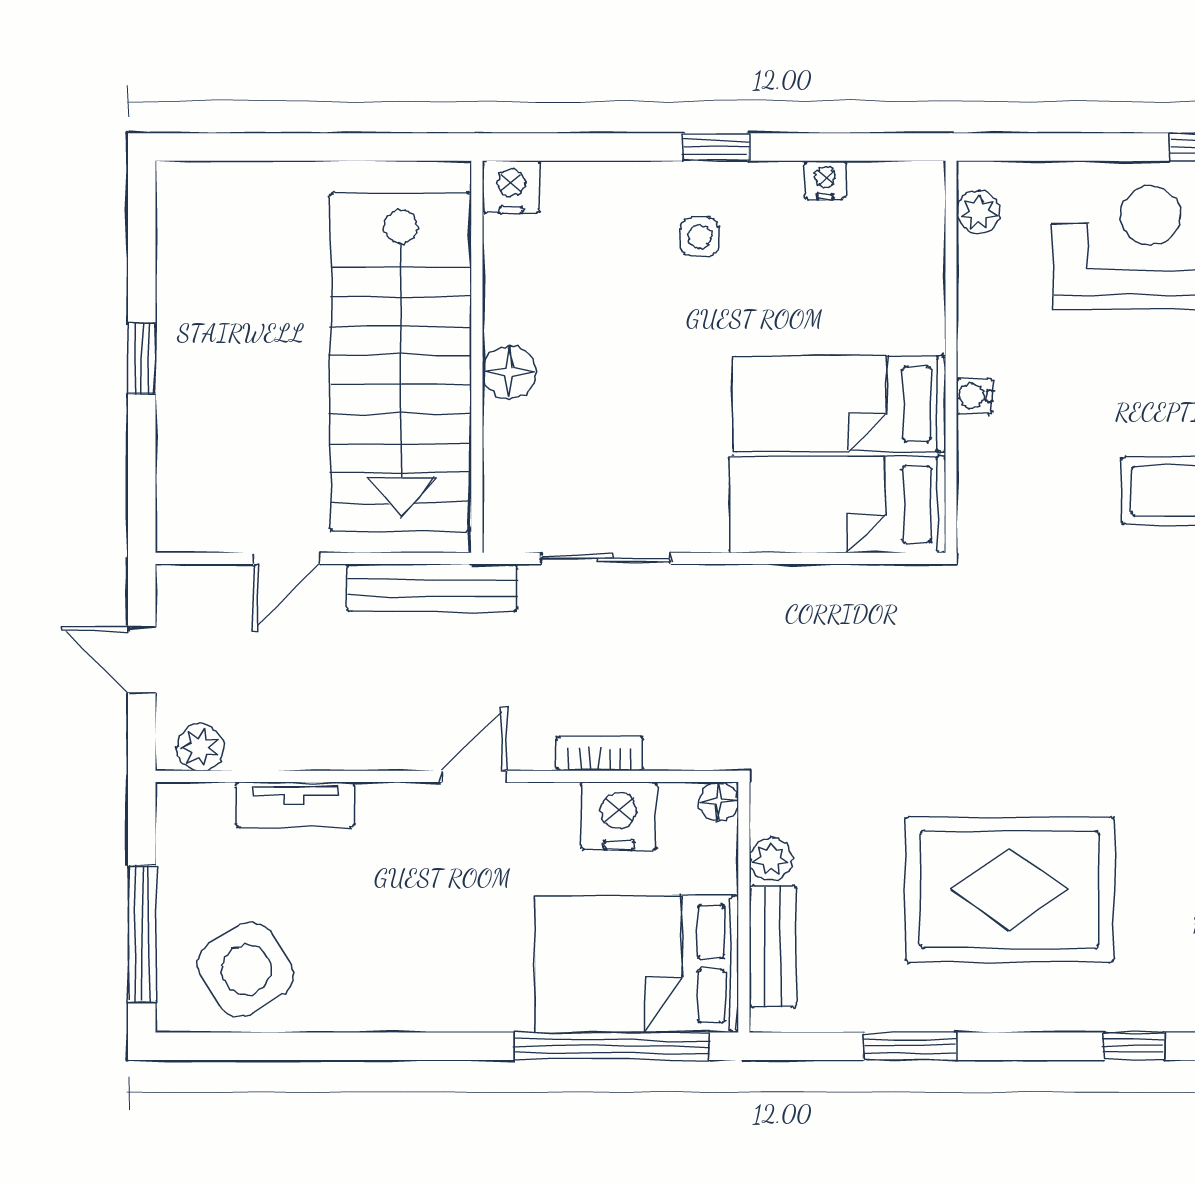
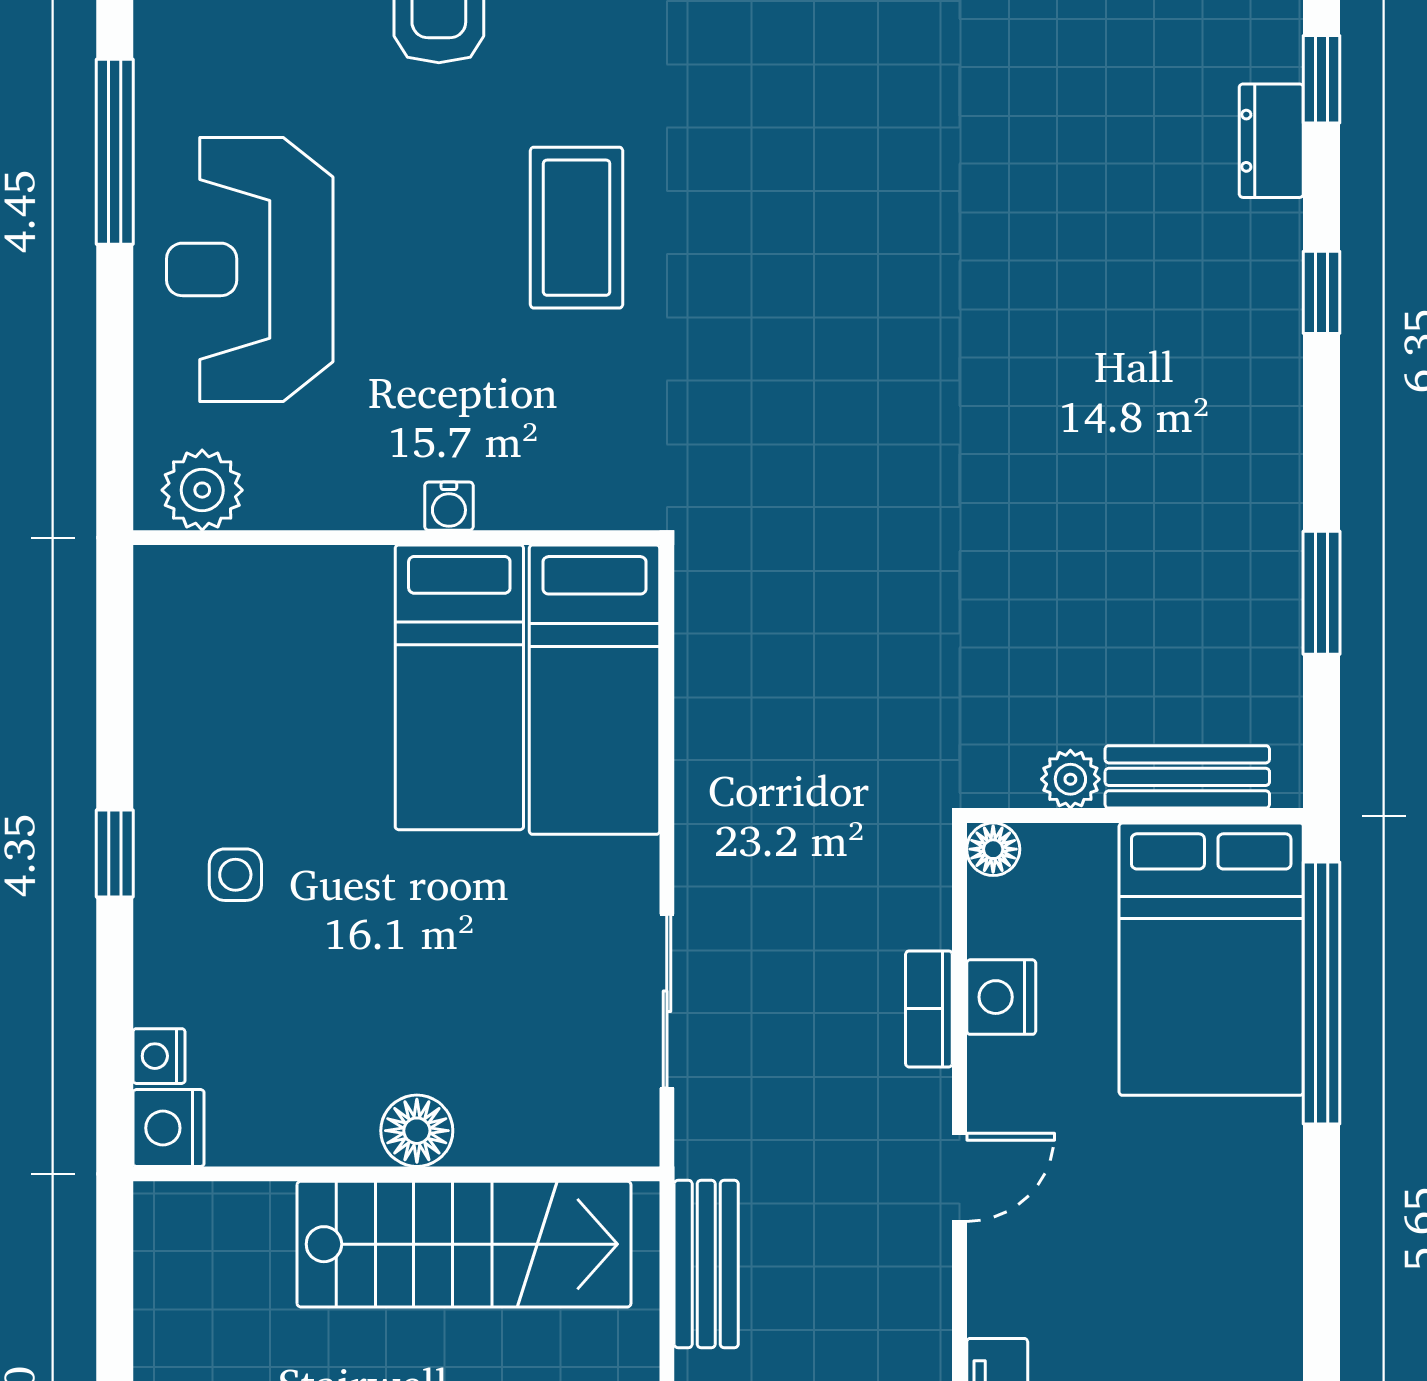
nightstand: (825, 180) -> (159, 1056), moved
plant: (978, 212) -> (202, 490), width x1.38, depth x1.38
stairs: (401, 362) -> (464, 1244), width x0.73, depth x0.66
bench: (432, 588) -> (706, 1264), width x0.73
door: (474, 776) -> (959, 1177), swing flipped
nightstand: (619, 816) -> (1001, 997), width x0.74, depth x0.75
rug: (1010, 890) -> (1111, 459), removed

